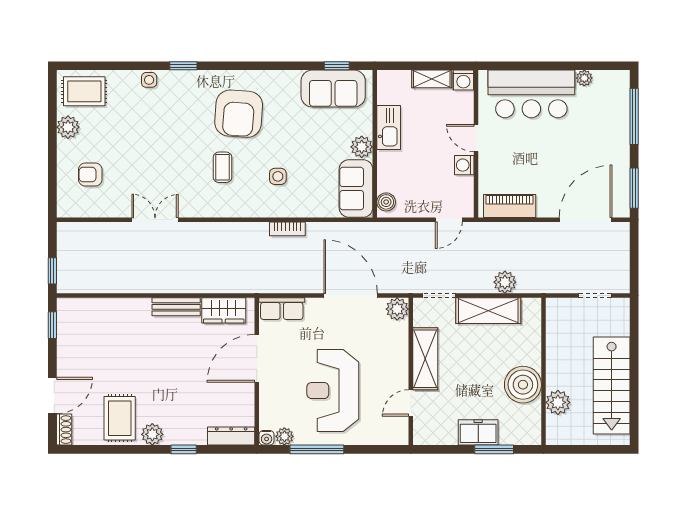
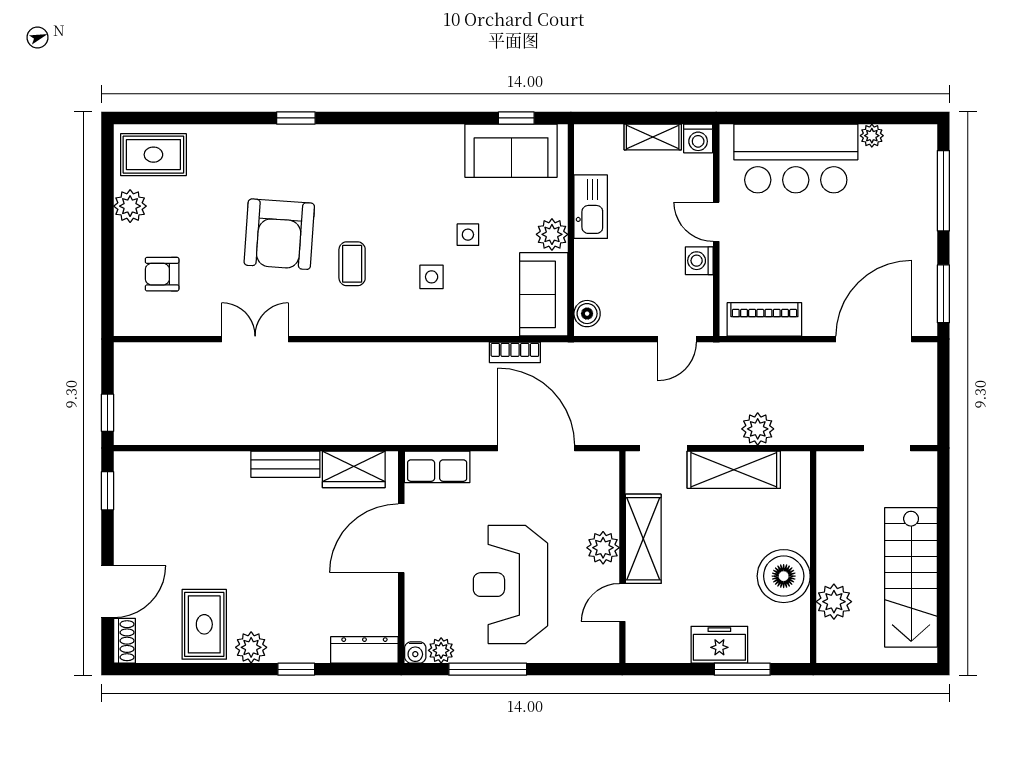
side table: (149, 80) -> (468, 235), moved
armchair: (239, 114) -> (279, 234), moved
bookcase: (287, 229) -> (515, 352), moved
plant: (397, 309) -> (603, 548), moved

